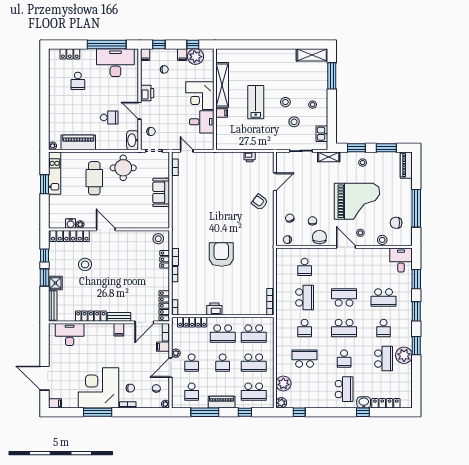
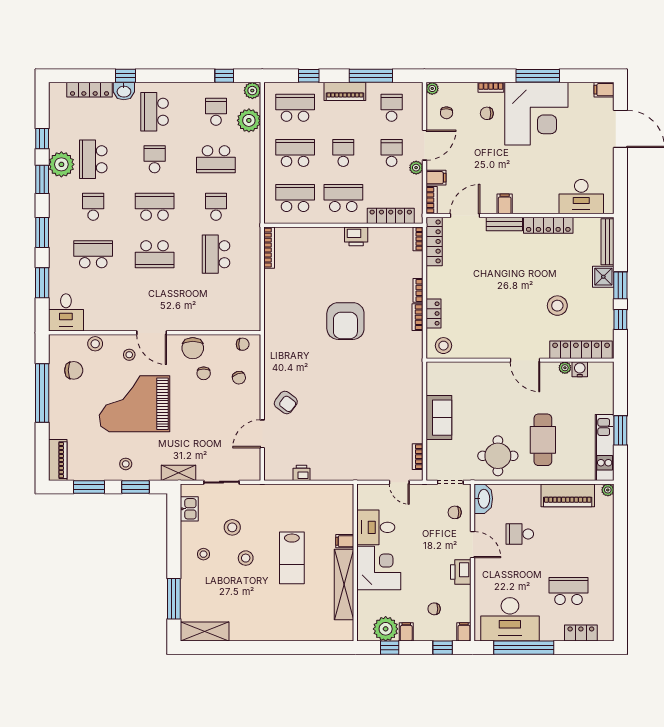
school desk: (78, 81) -> (568, 591), width x1.85
school desk: (305, 267) -> (216, 112), moved
window: (416, 372) -> (42, 139), added

